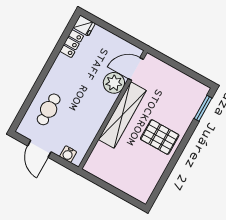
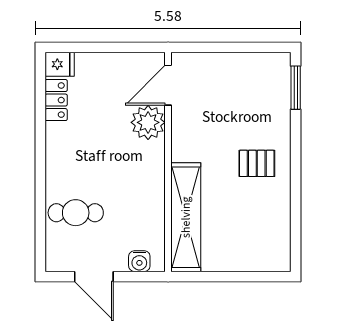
cafe table: (49, 109) -> (76, 213), turned 90
shelving: (122, 115) -> (186, 217), moved
pallet: (160, 137) -> (257, 163), width x0.67, depth x0.71

